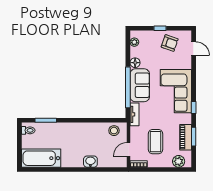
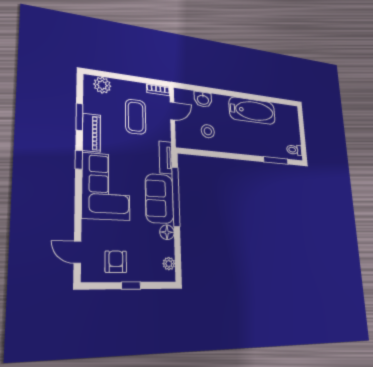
armchair: (170, 43) -> (116, 262), turned 71
stool: (114, 131) -> (208, 131), moved
piano: (186, 137) -> (91, 133), moved
bathtub: (41, 158) -> (252, 111), moved
washbasin: (90, 162) -> (203, 99), moved

